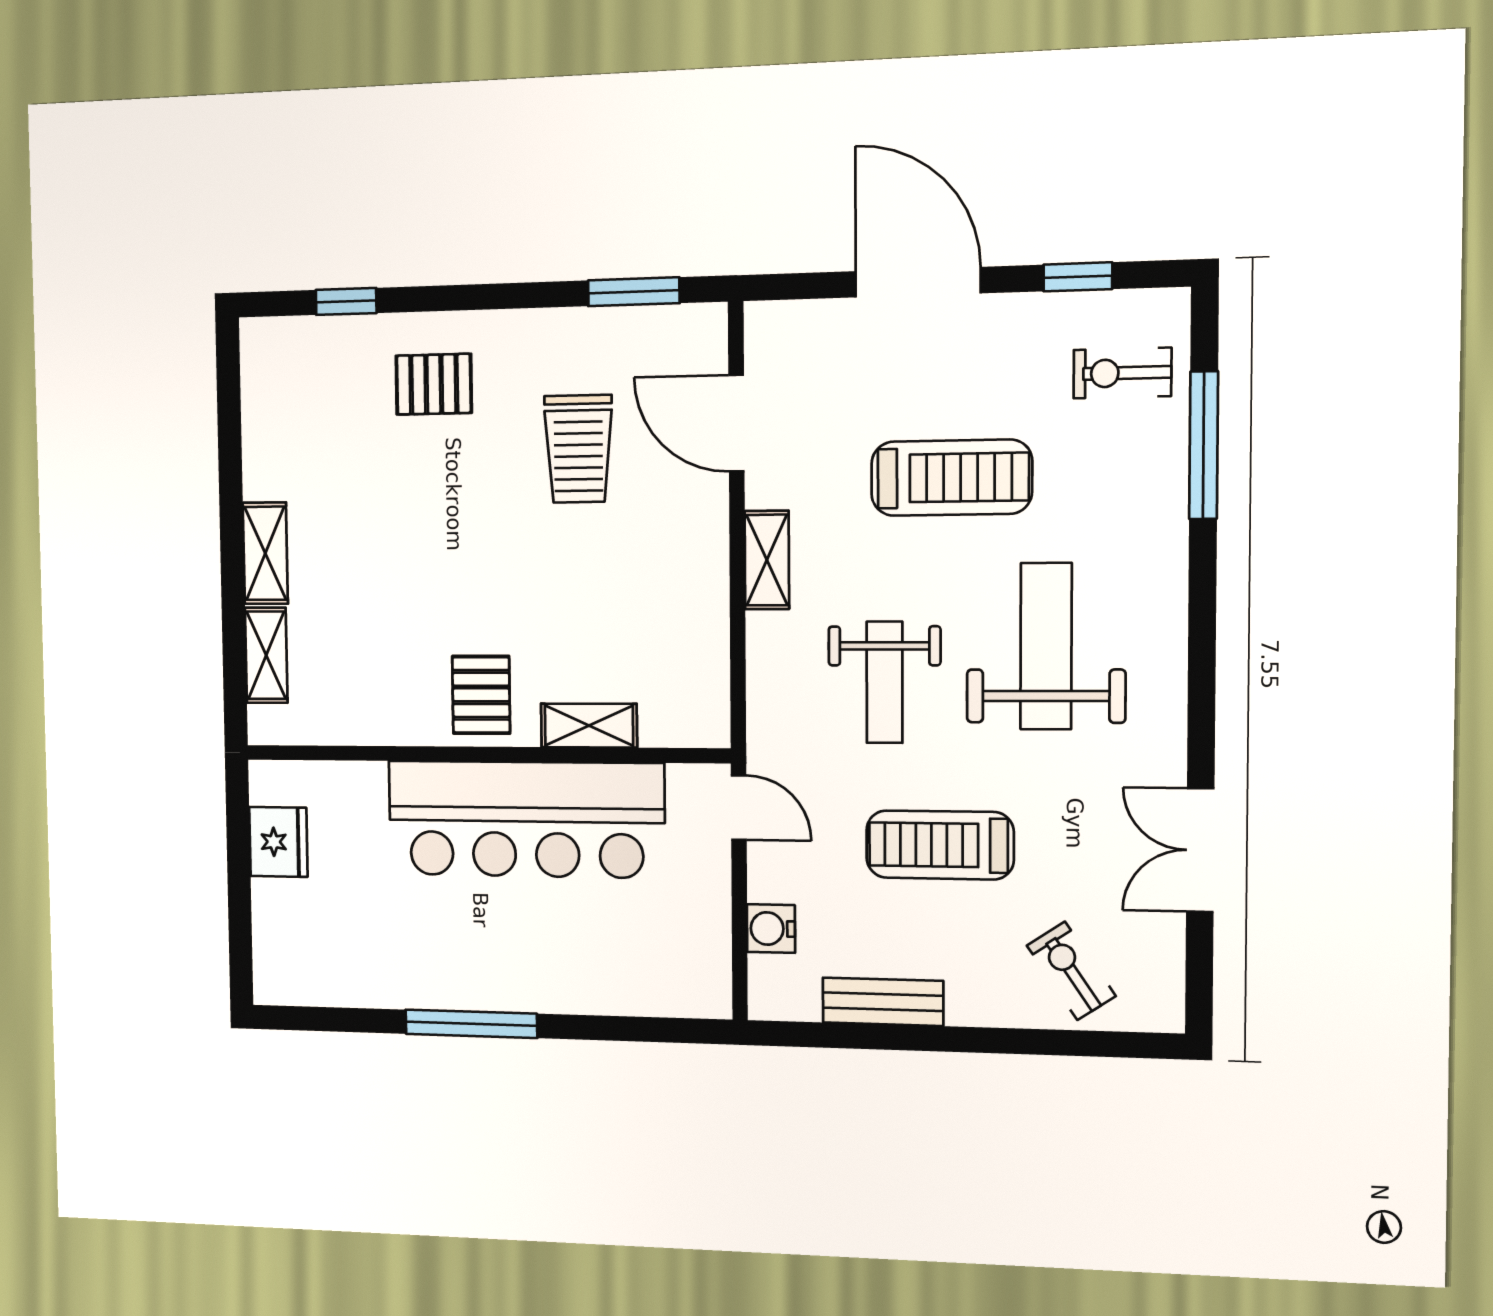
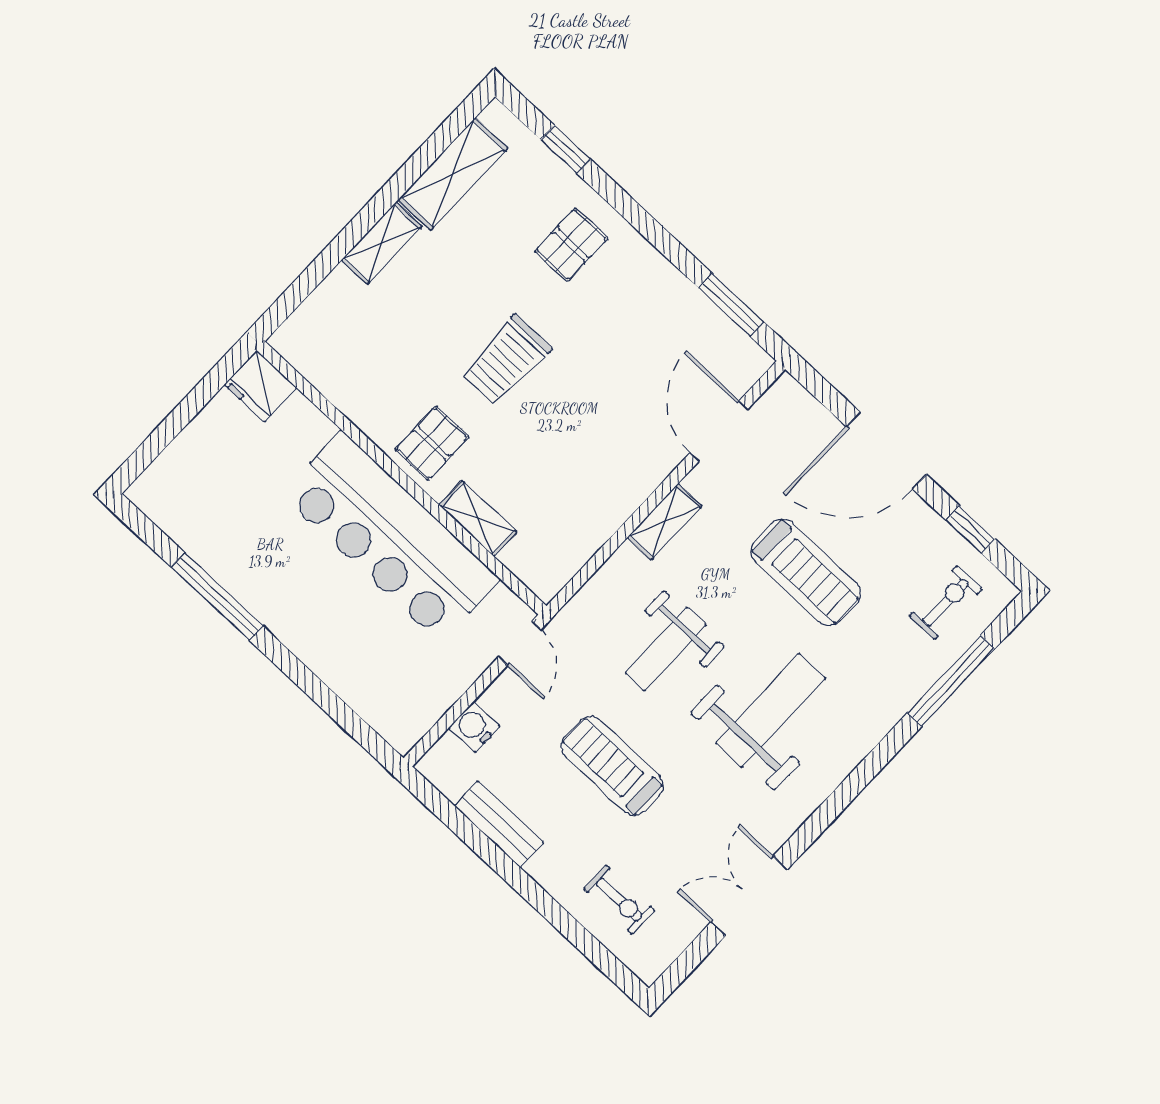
door: (918, 282) -> (886, 451), swing flipped
exercise bike: (1122, 373) -> (946, 603), turned 90
pallet: (434, 384) -> (571, 245), turned 90
trolley: (578, 449) -> (506, 361), moved
shelving: (266, 655) -> (453, 174), moved, width x1.50, depth x1.33
fridge: (278, 842) -> (261, 386), moved, turned 90
exercise bike: (1071, 971) -> (619, 900), turned 124
window: (471, 1024) -> (217, 597), moved

